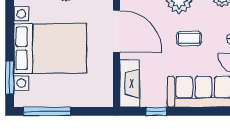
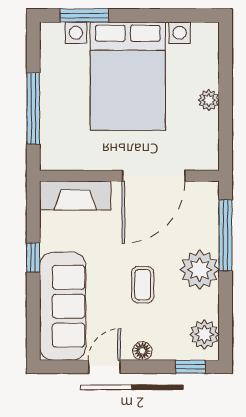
window: (47, 111) -> (33, 109), moved
window: (156, 111) -> (33, 257), moved

